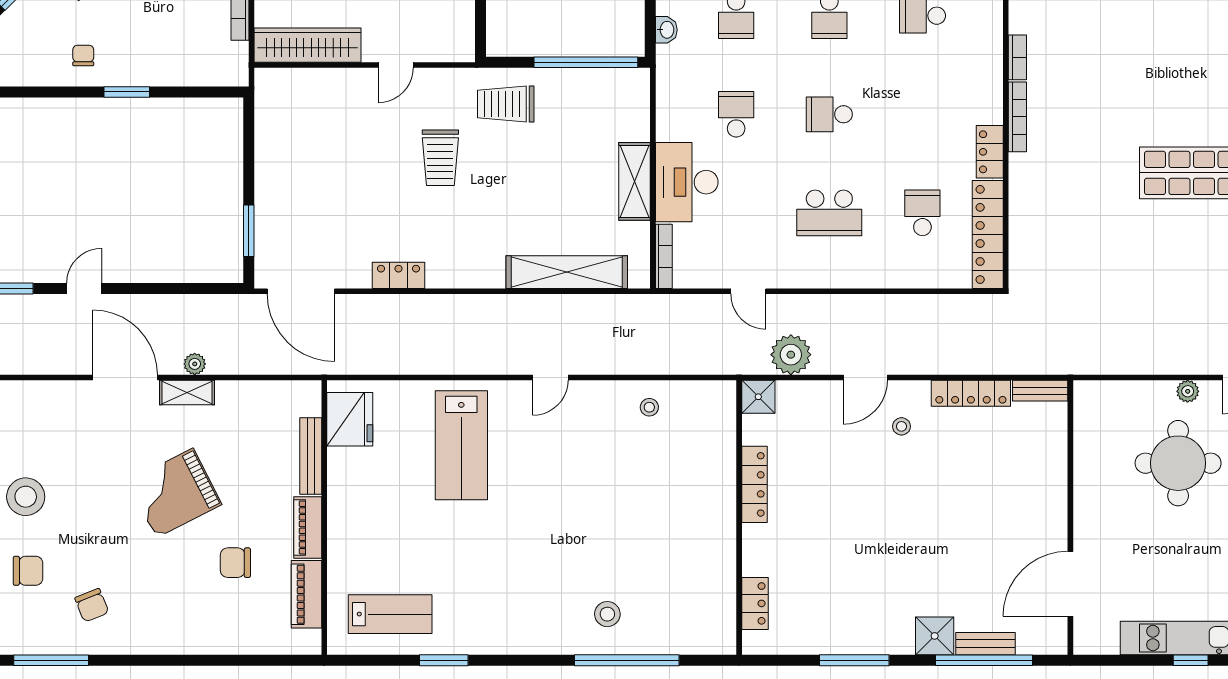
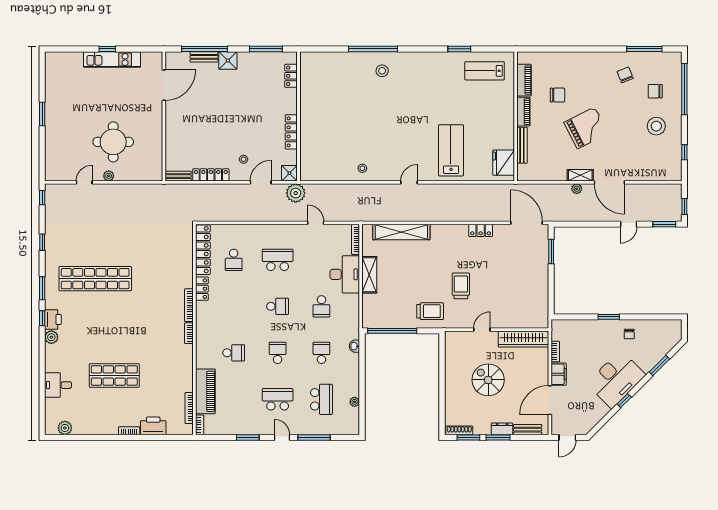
shower: (758, 397) -> (289, 173), moved
locker: (754, 484) -> (291, 132), moved
wall: (739, 518) -> (299, 116), moved
locker: (755, 603) -> (291, 76), moved

